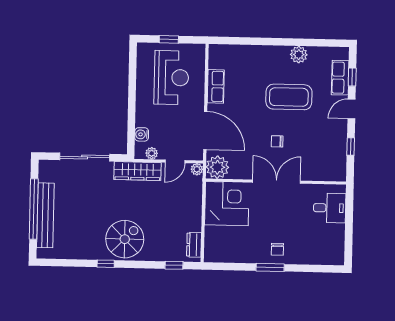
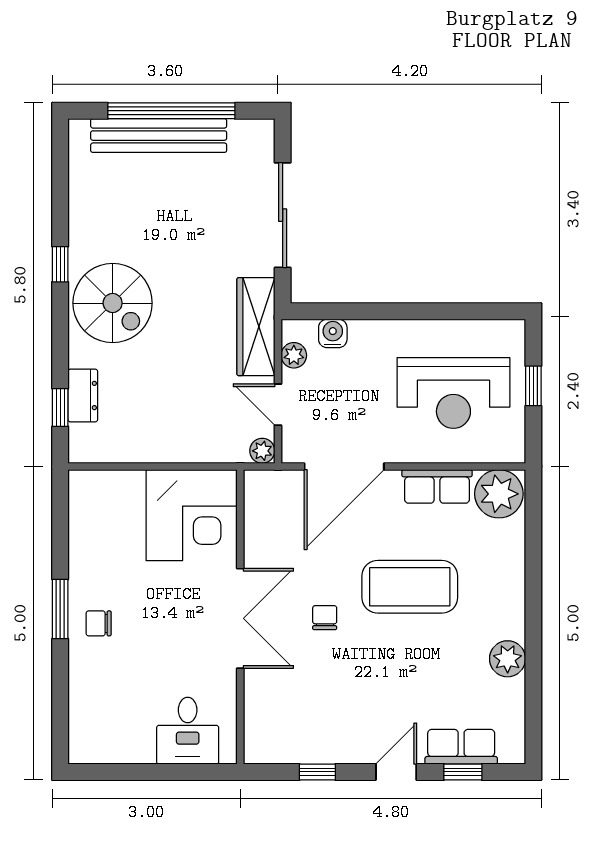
coffee table: (289, 97) -> (410, 587), moved, turned 90
door: (351, 109) -> (396, 772), hinge flipped
plant: (217, 167) -> (499, 494), moved
dresser: (194, 245) -> (83, 395), moved, turned 90

